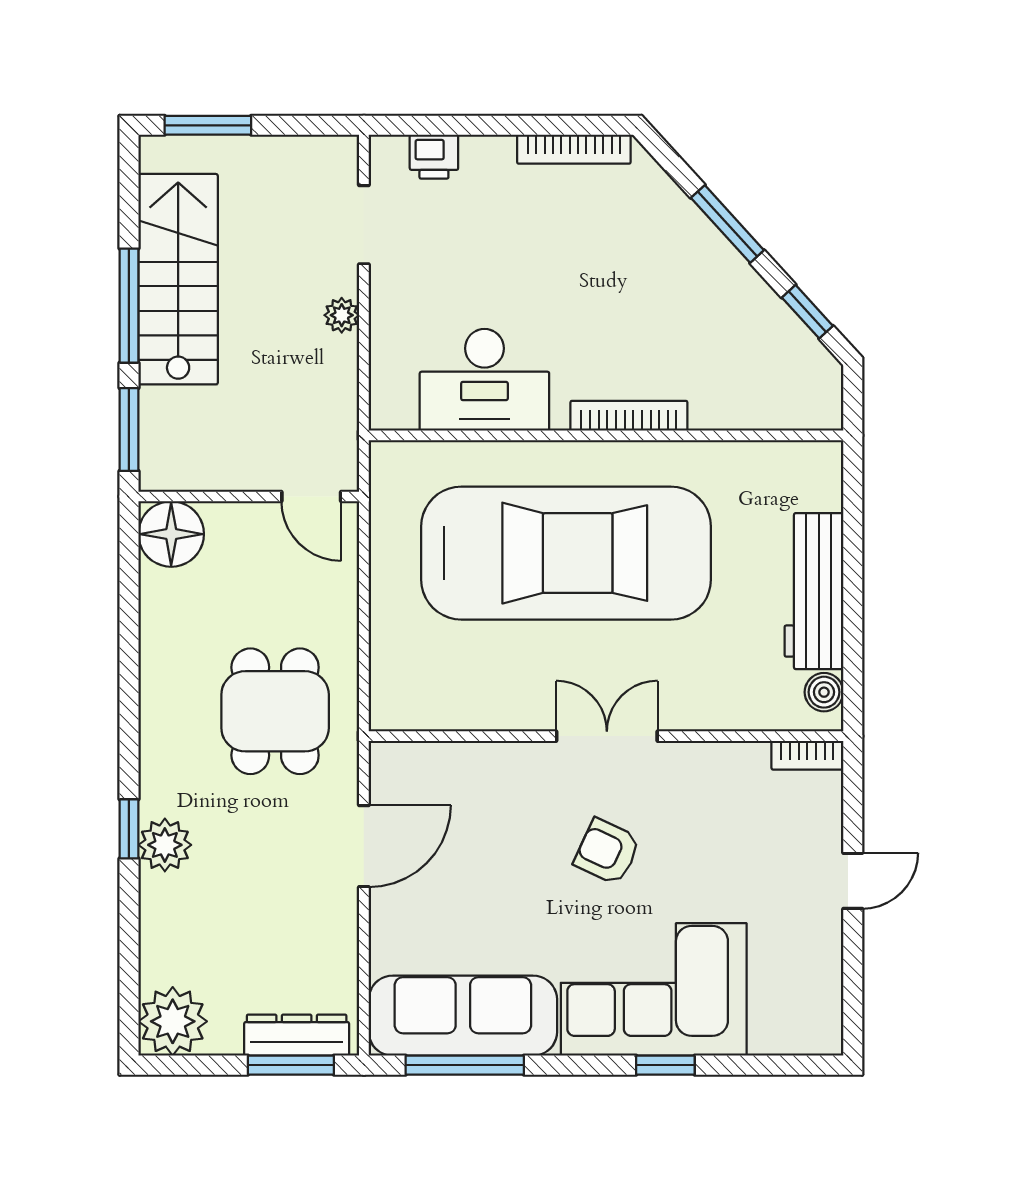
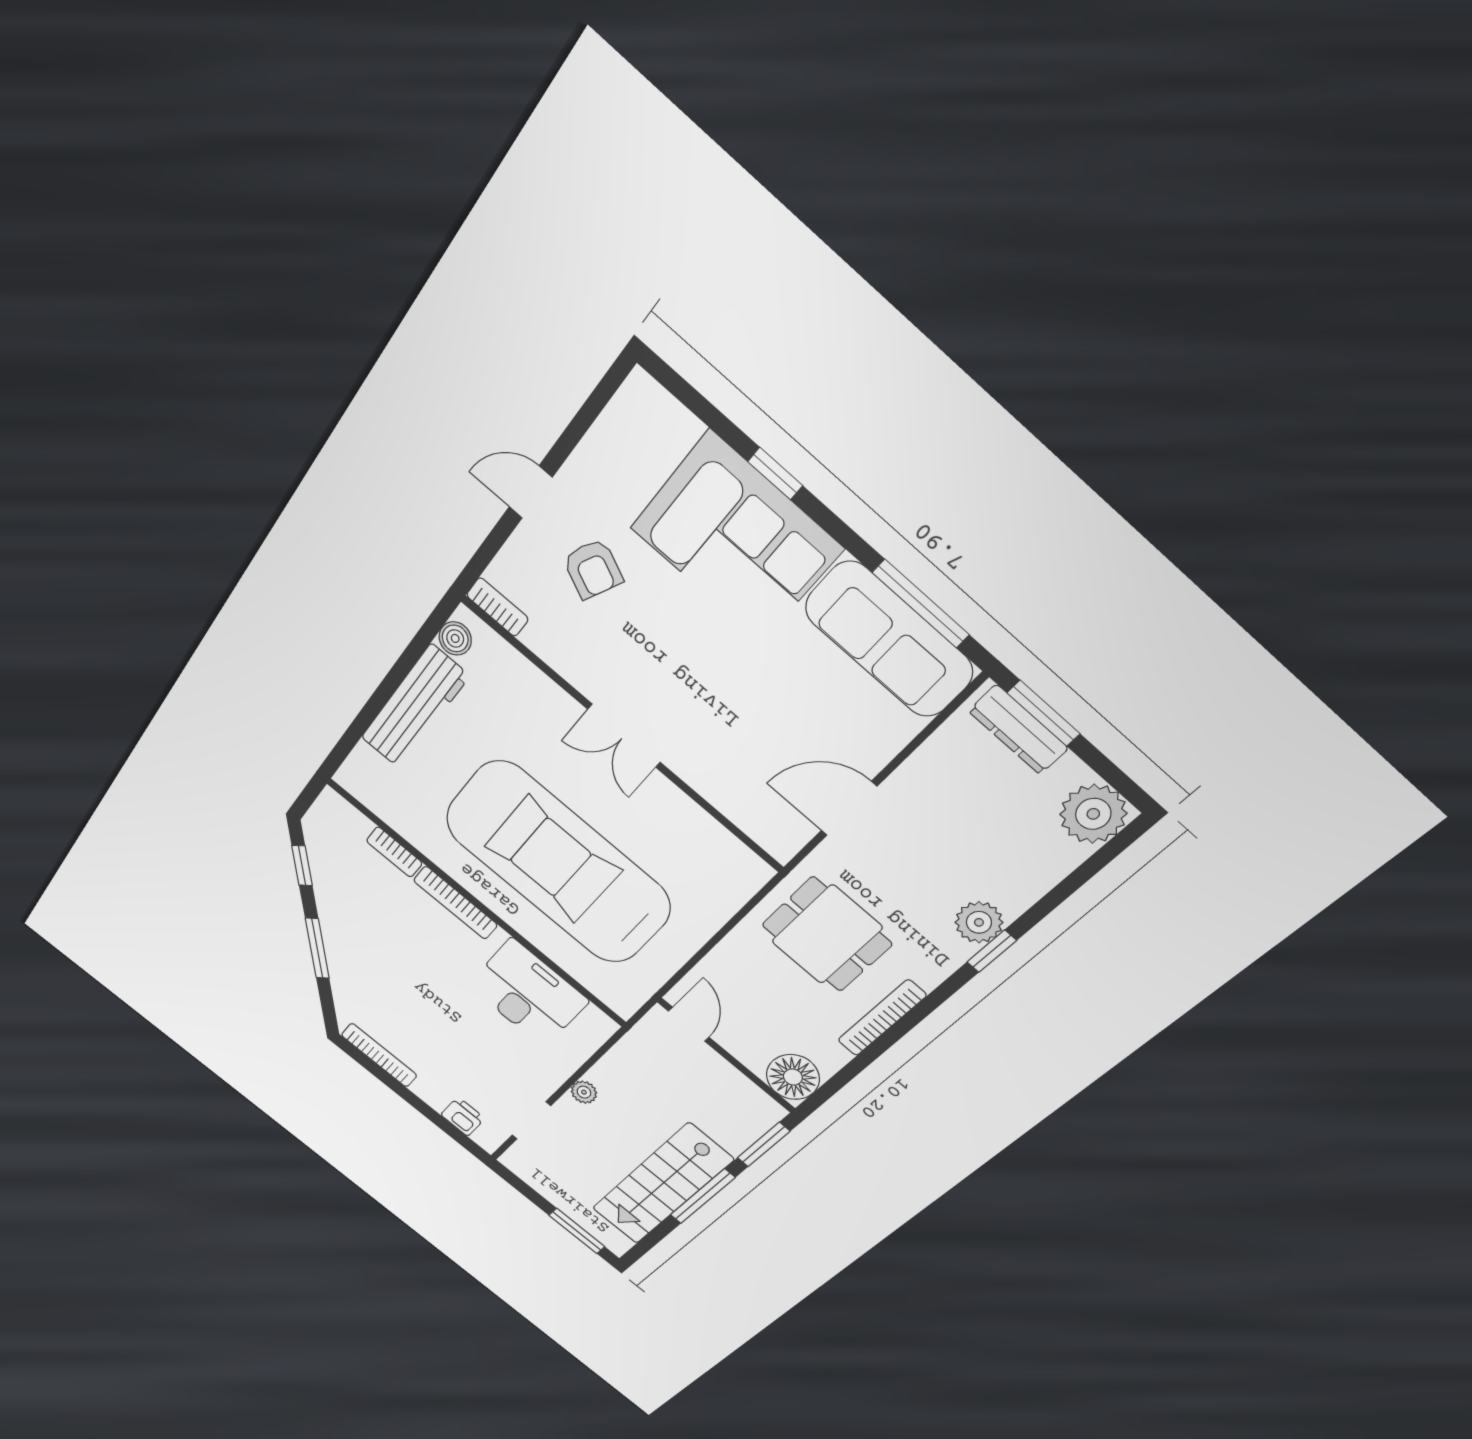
bookcase: (727, 416) -> (394, 852), added
bookcase: (154, 675) -> (882, 1018), added
dining table: (275, 711) -> (827, 934), turned 90
armchair: (607, 852) -> (593, 569), moved

